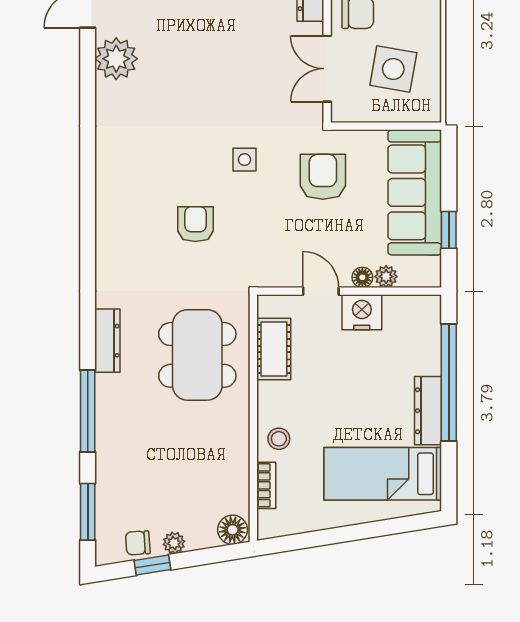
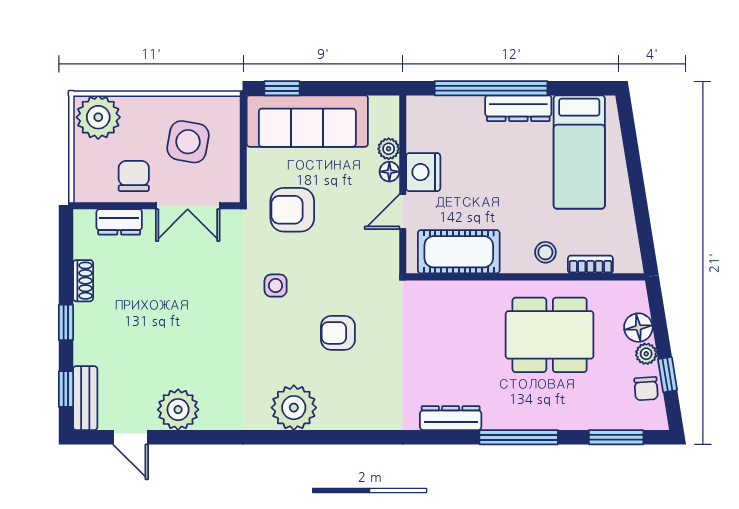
plant: (118, 178) -> (294, 408), added
window: (449, 230) -> (282, 88), moved
cot: (274, 349) -> (459, 252), width x1.37, depth x1.34
dining table: (197, 355) -> (550, 335), moved
floor lamp: (233, 530) -> (638, 328), moved

